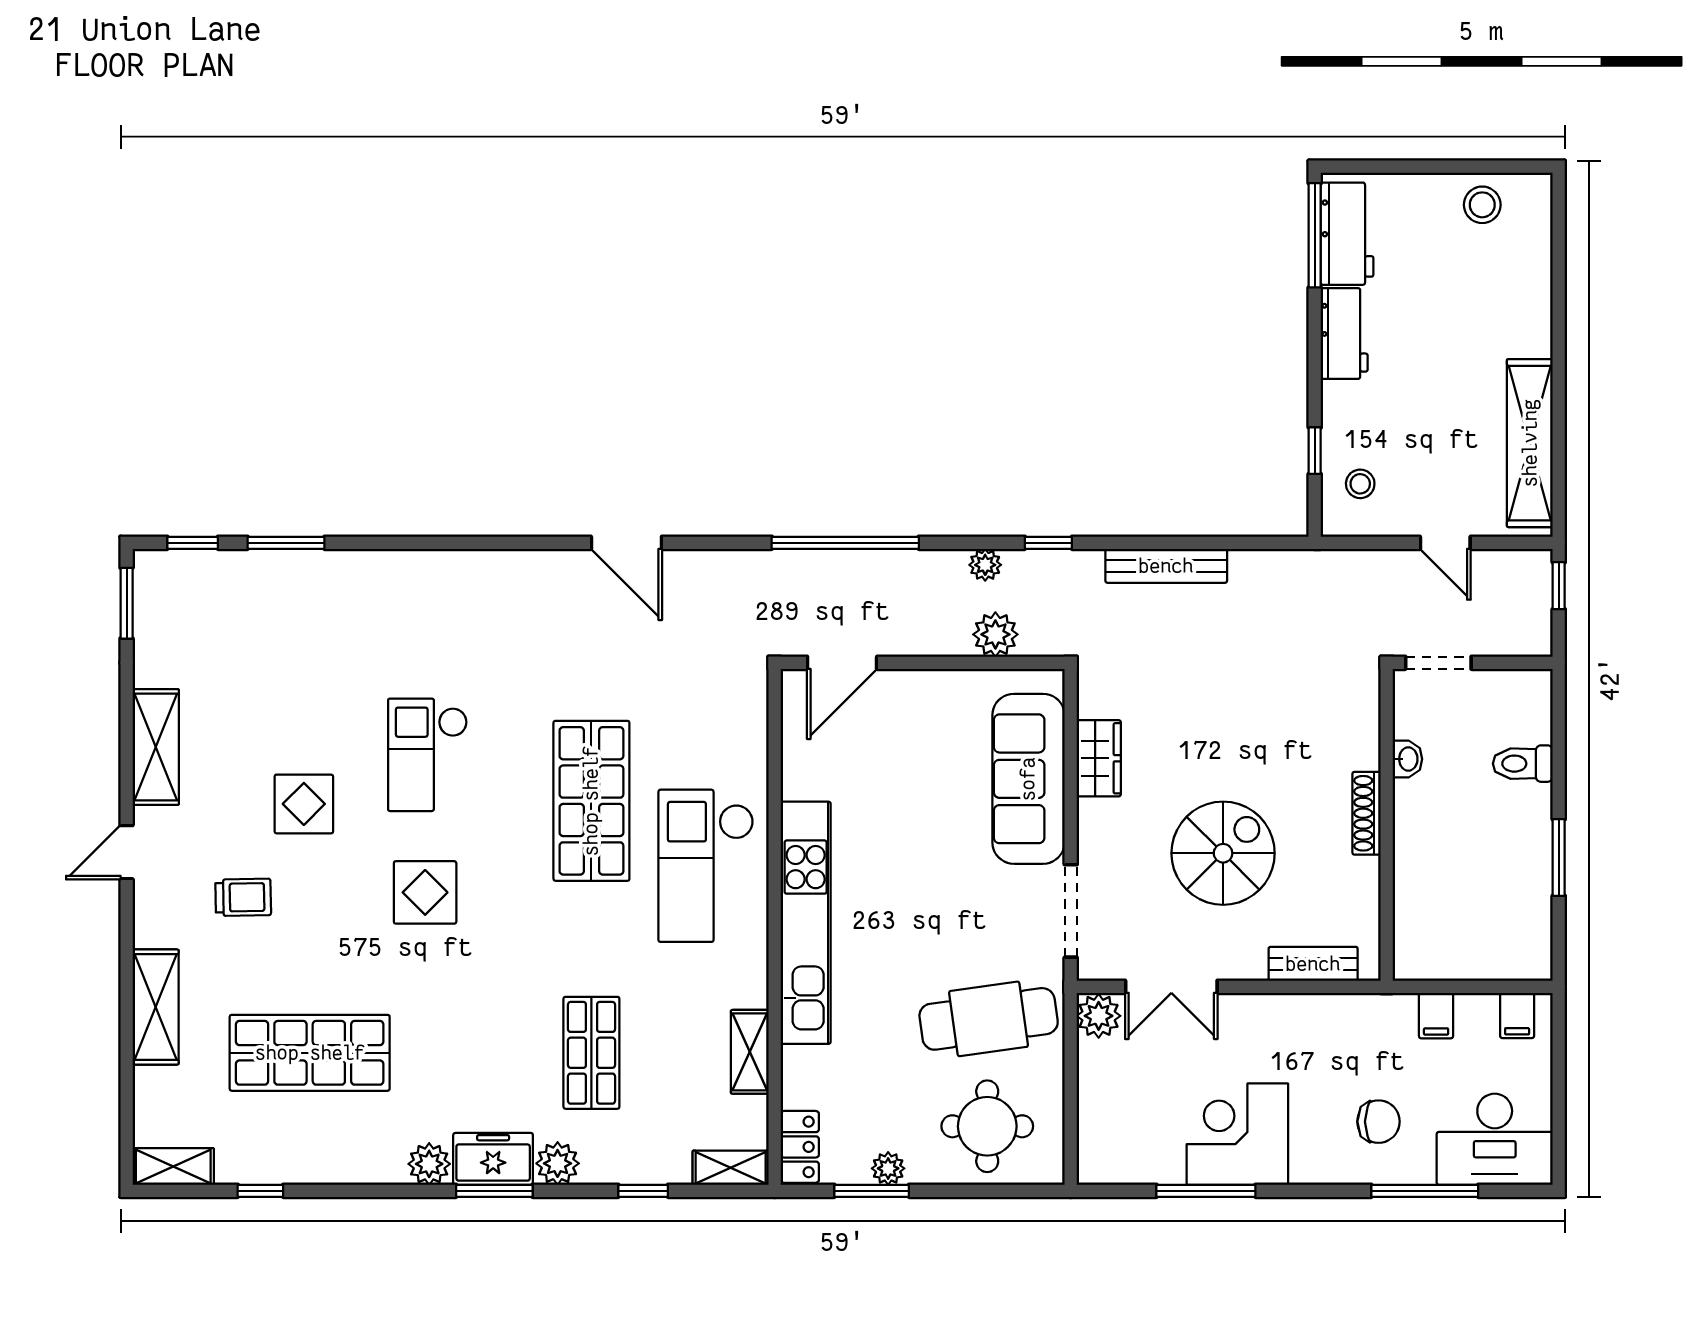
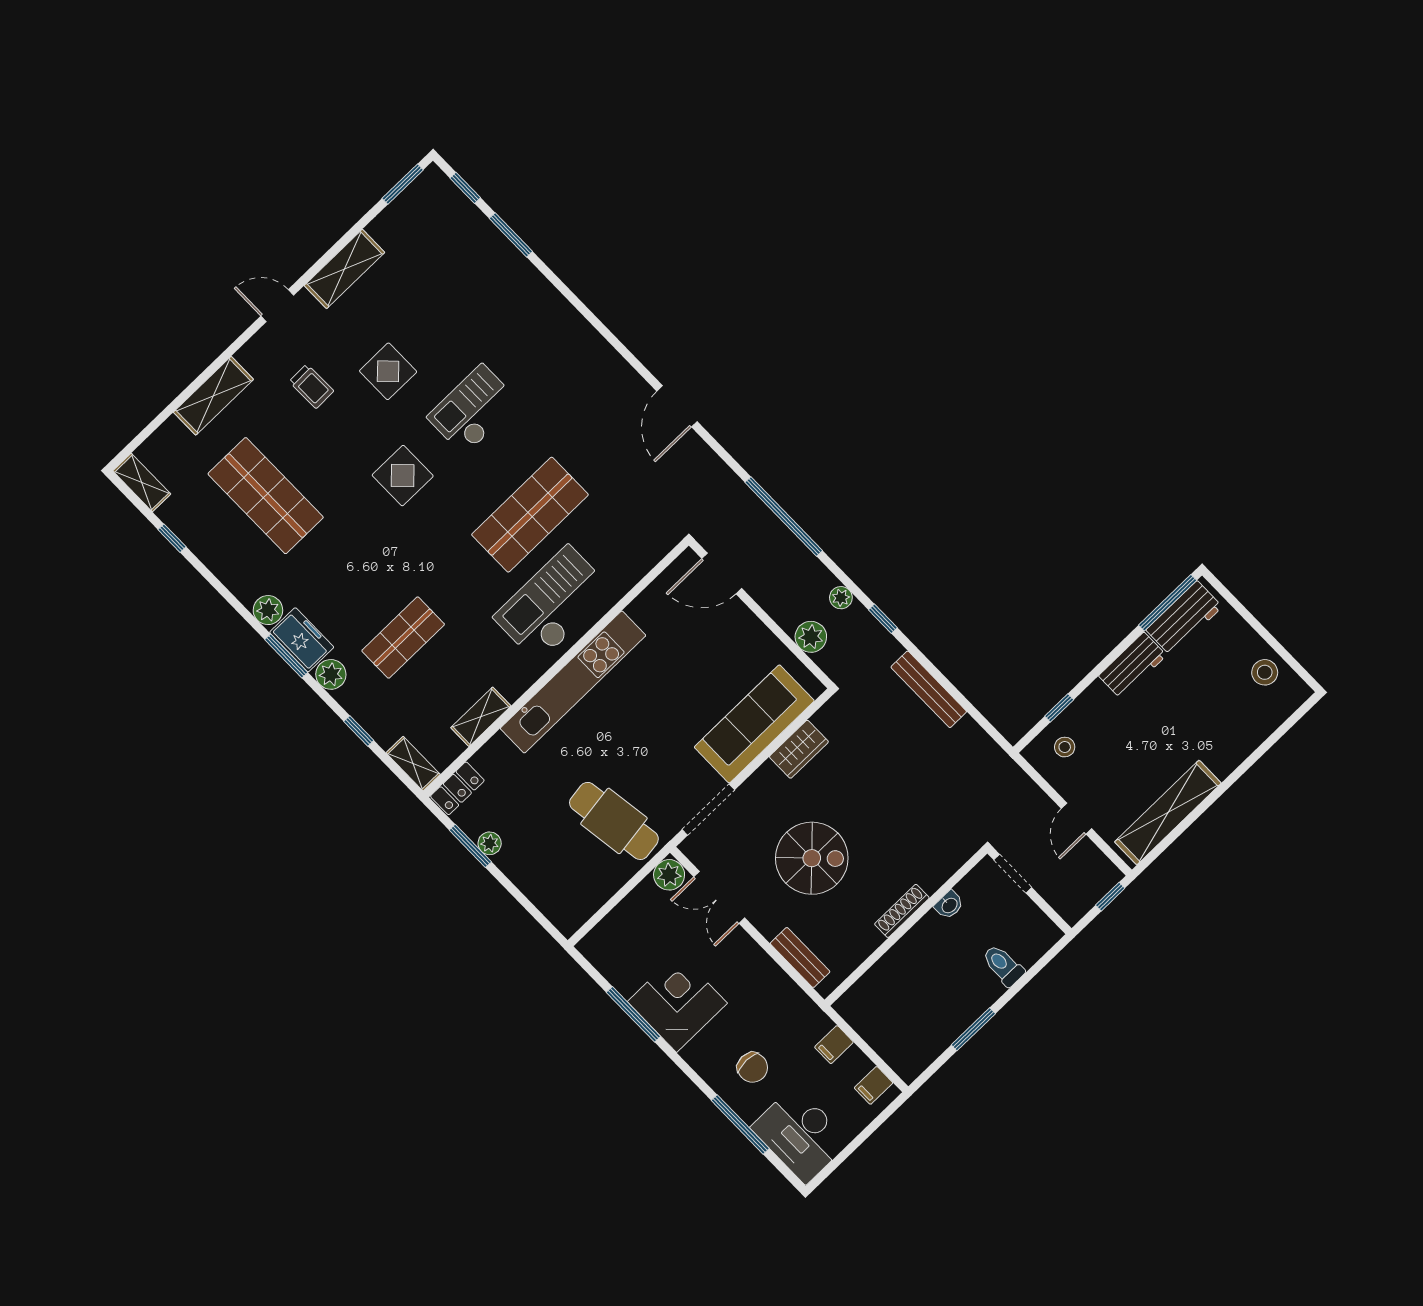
round table: (987, 1126) -> (559, 873), removed

